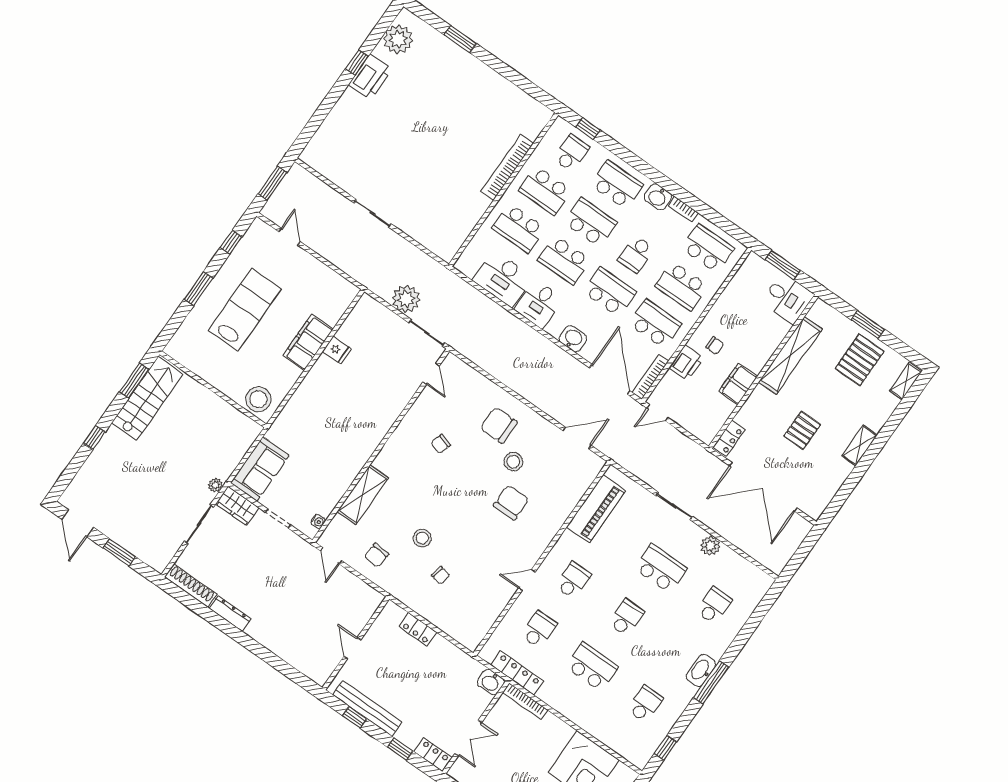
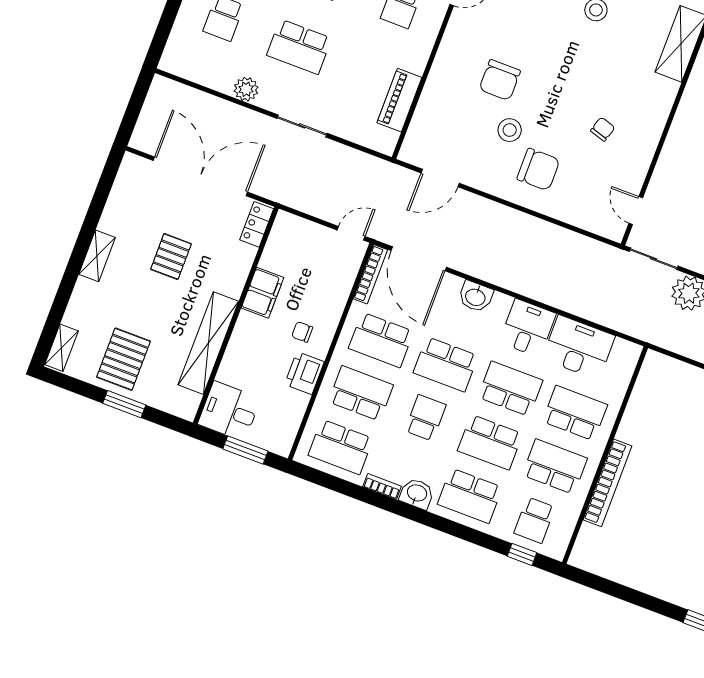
printer: (686, 363) -> (304, 373), moved
piano: (596, 509) -> (399, 100), width x0.73, depth x0.75

